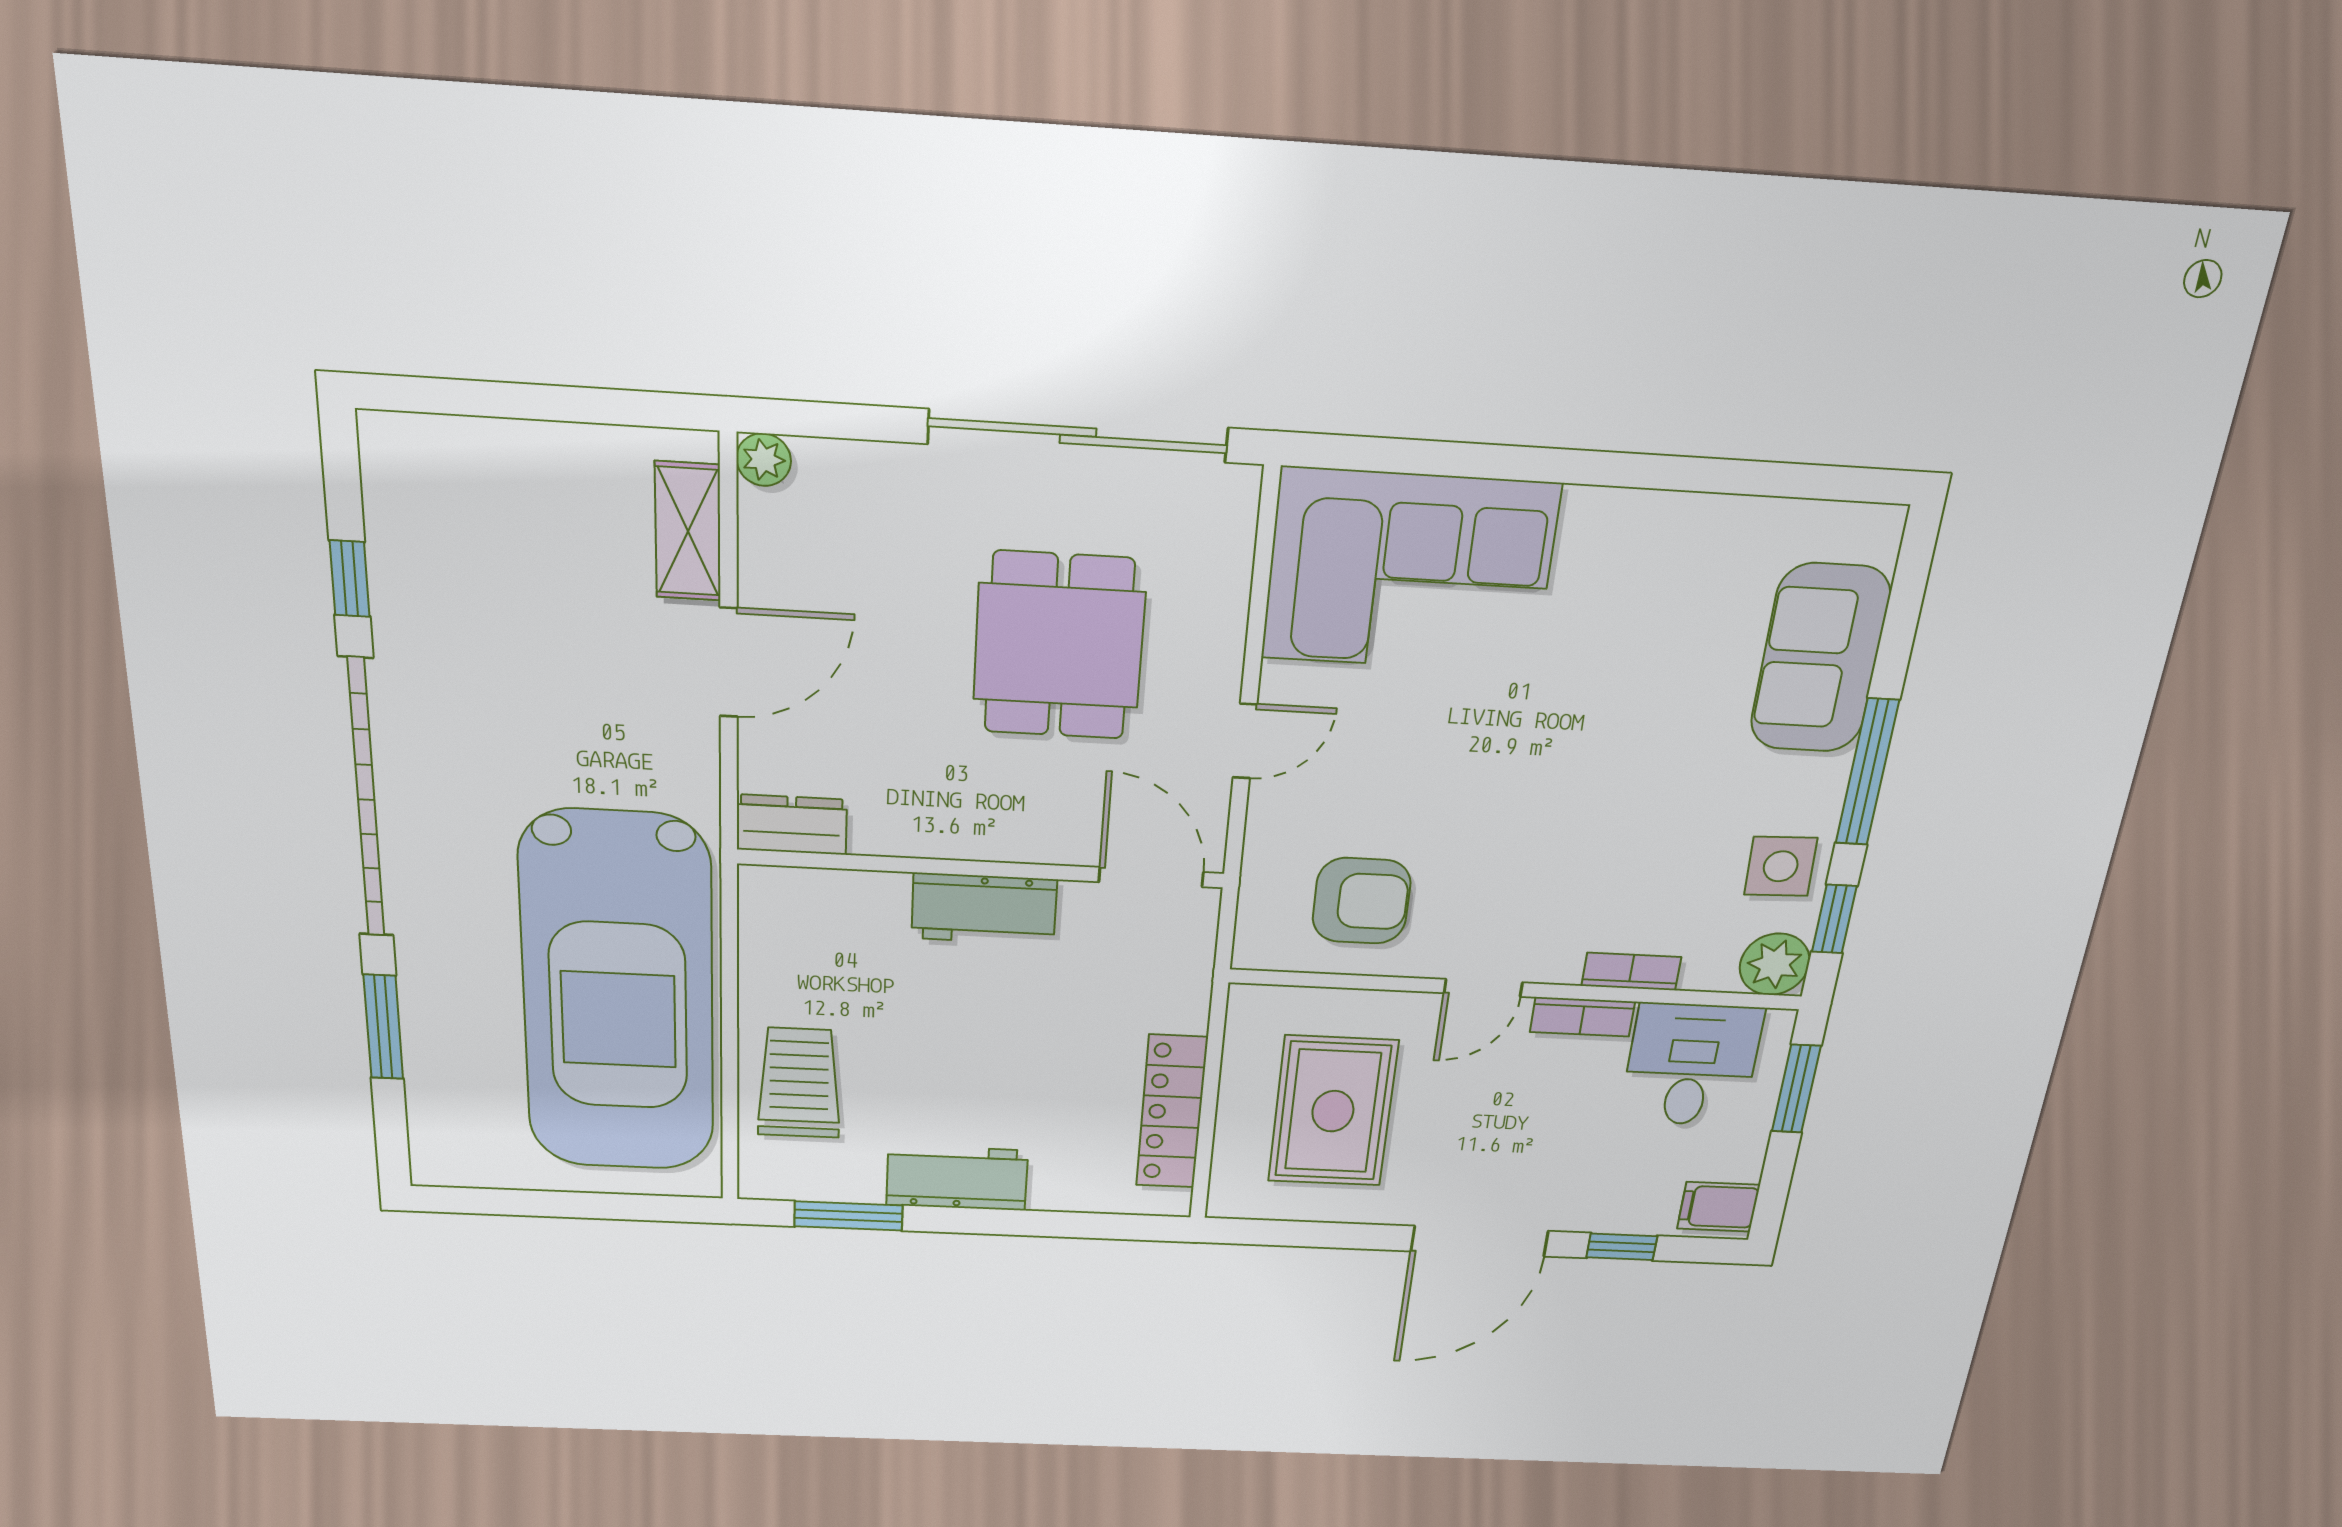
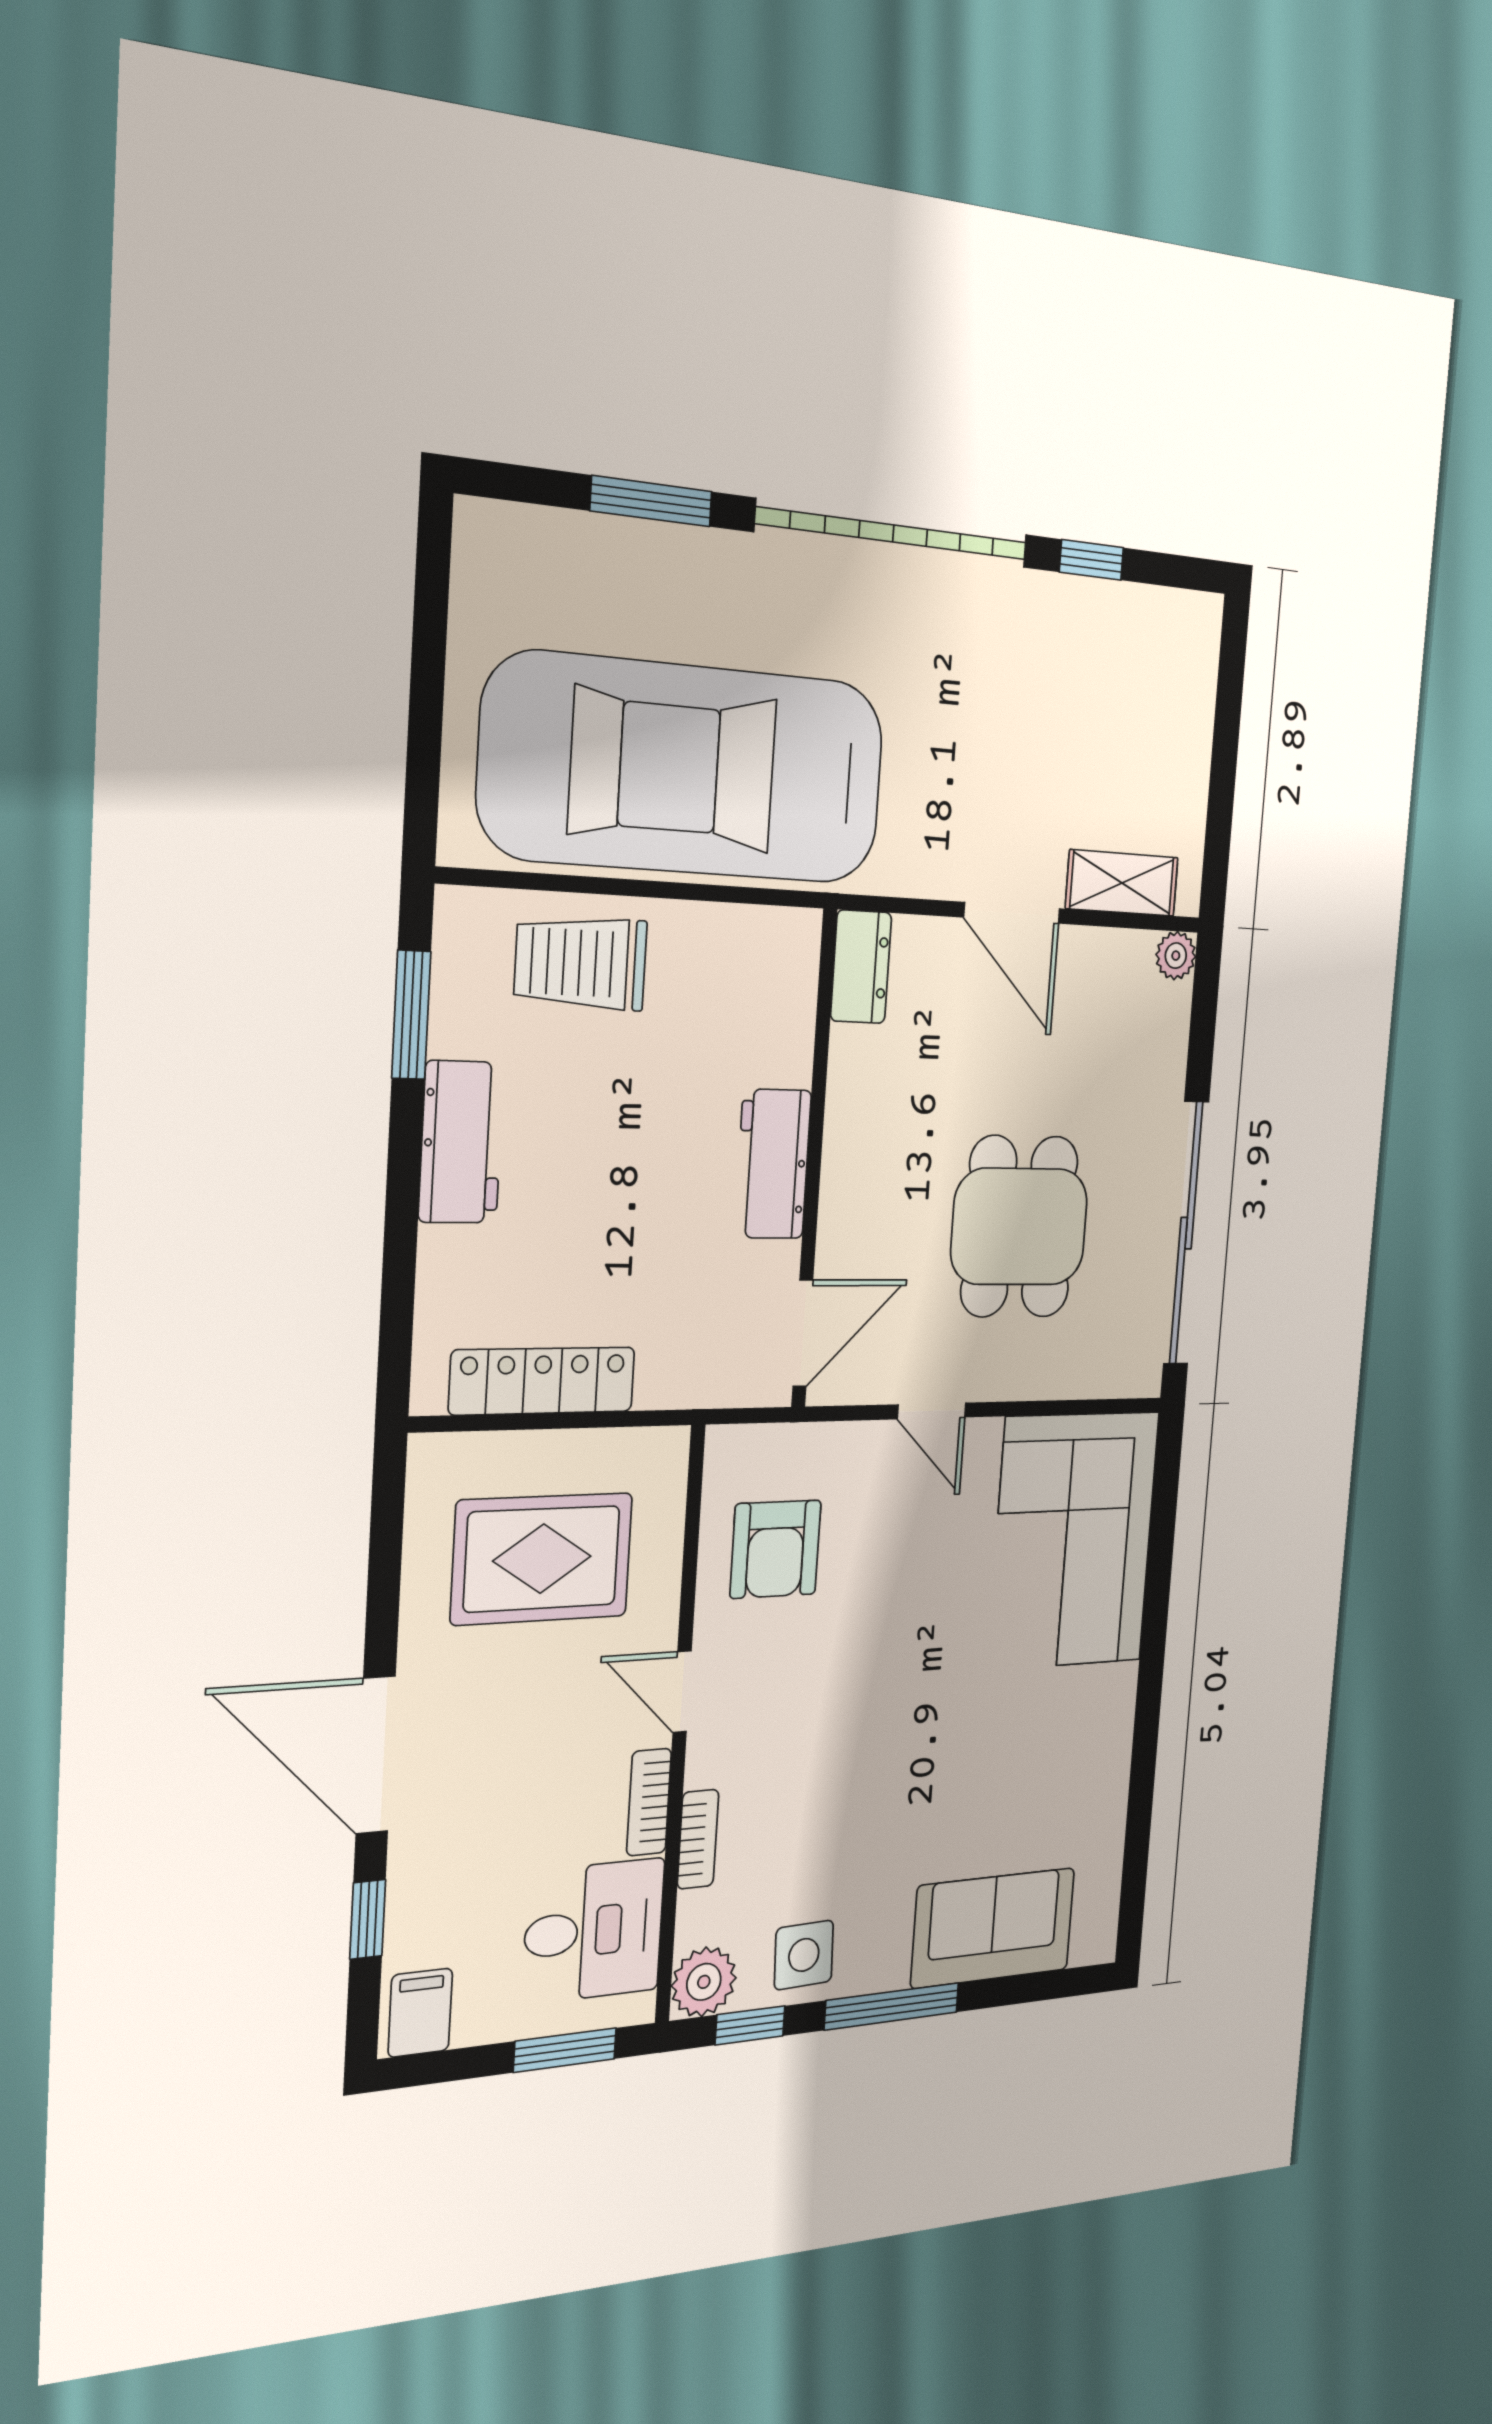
dining table: (1059, 646) -> (1019, 1227), turned 90
trolley: (799, 1083) -> (581, 963), turned 180

